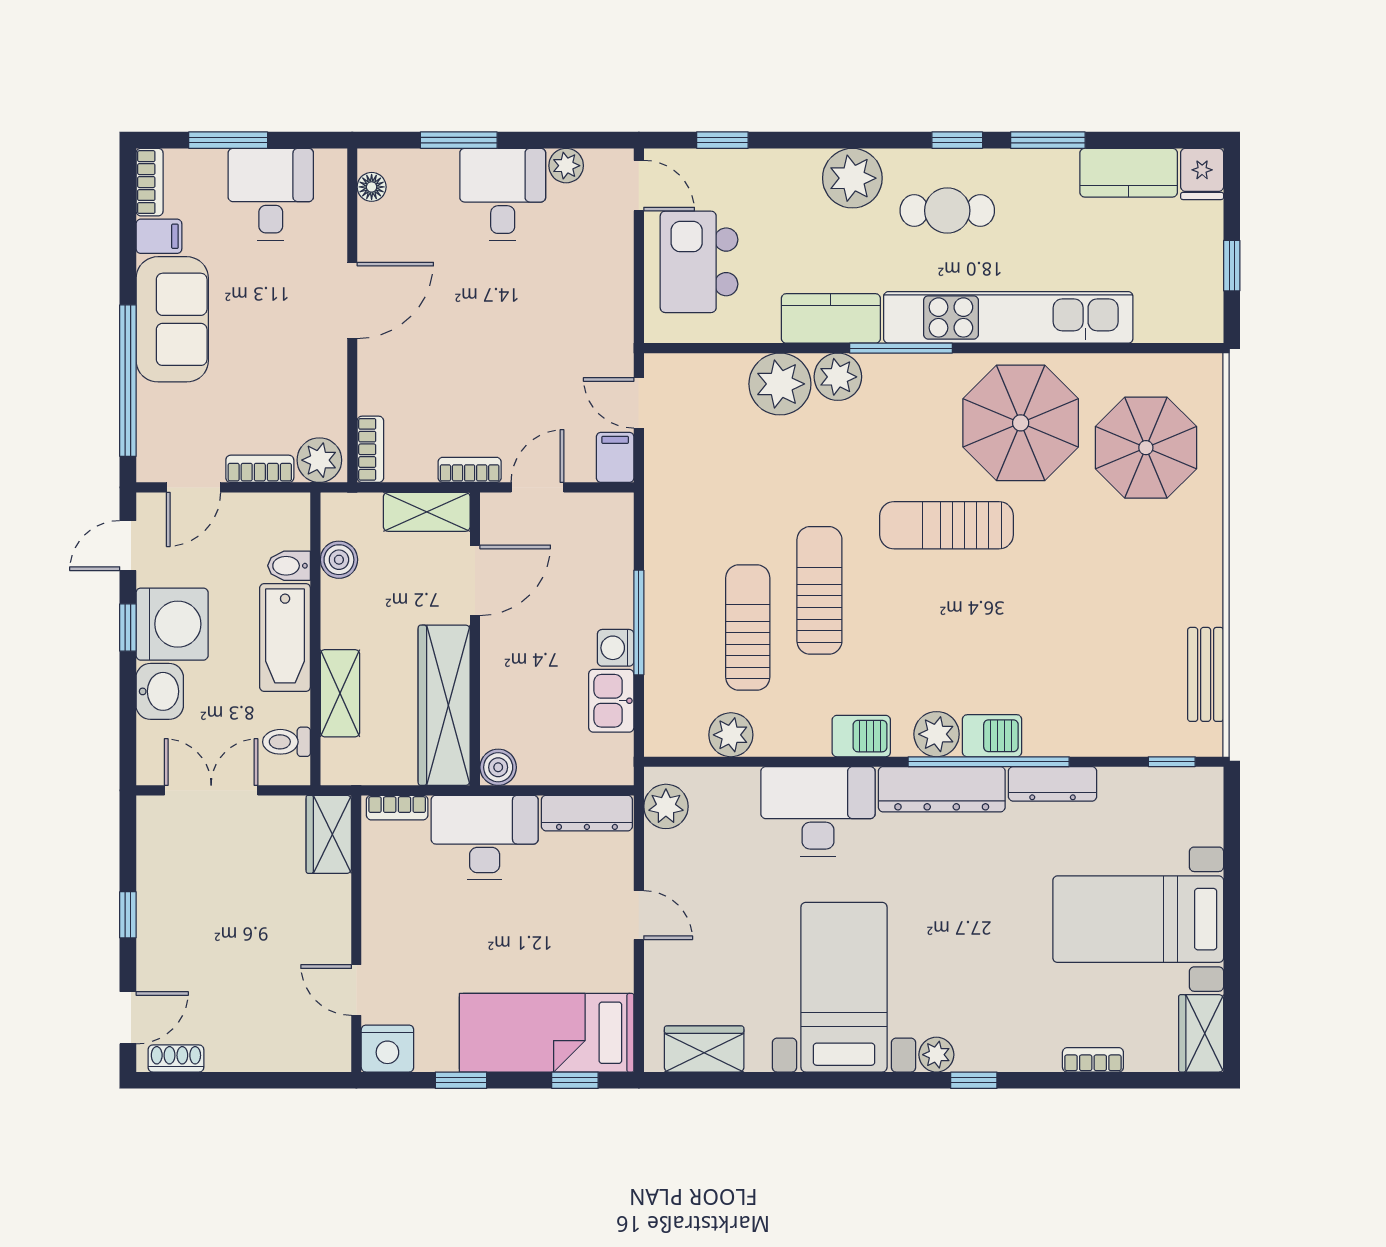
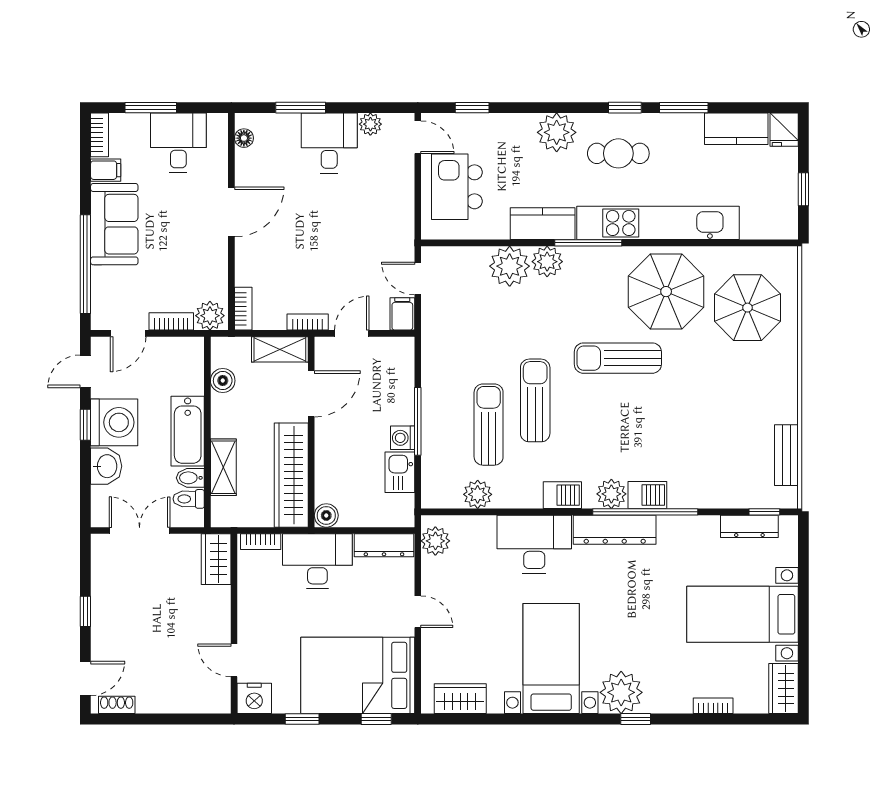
bidet: (289, 566) -> (190, 478), moved
dresser: (1053, 784) -> (749, 526), moved
bed: (547, 1033) -> (358, 675), width x1.50
plant: (936, 1055) -> (621, 692), width x1.88, depth x1.88

